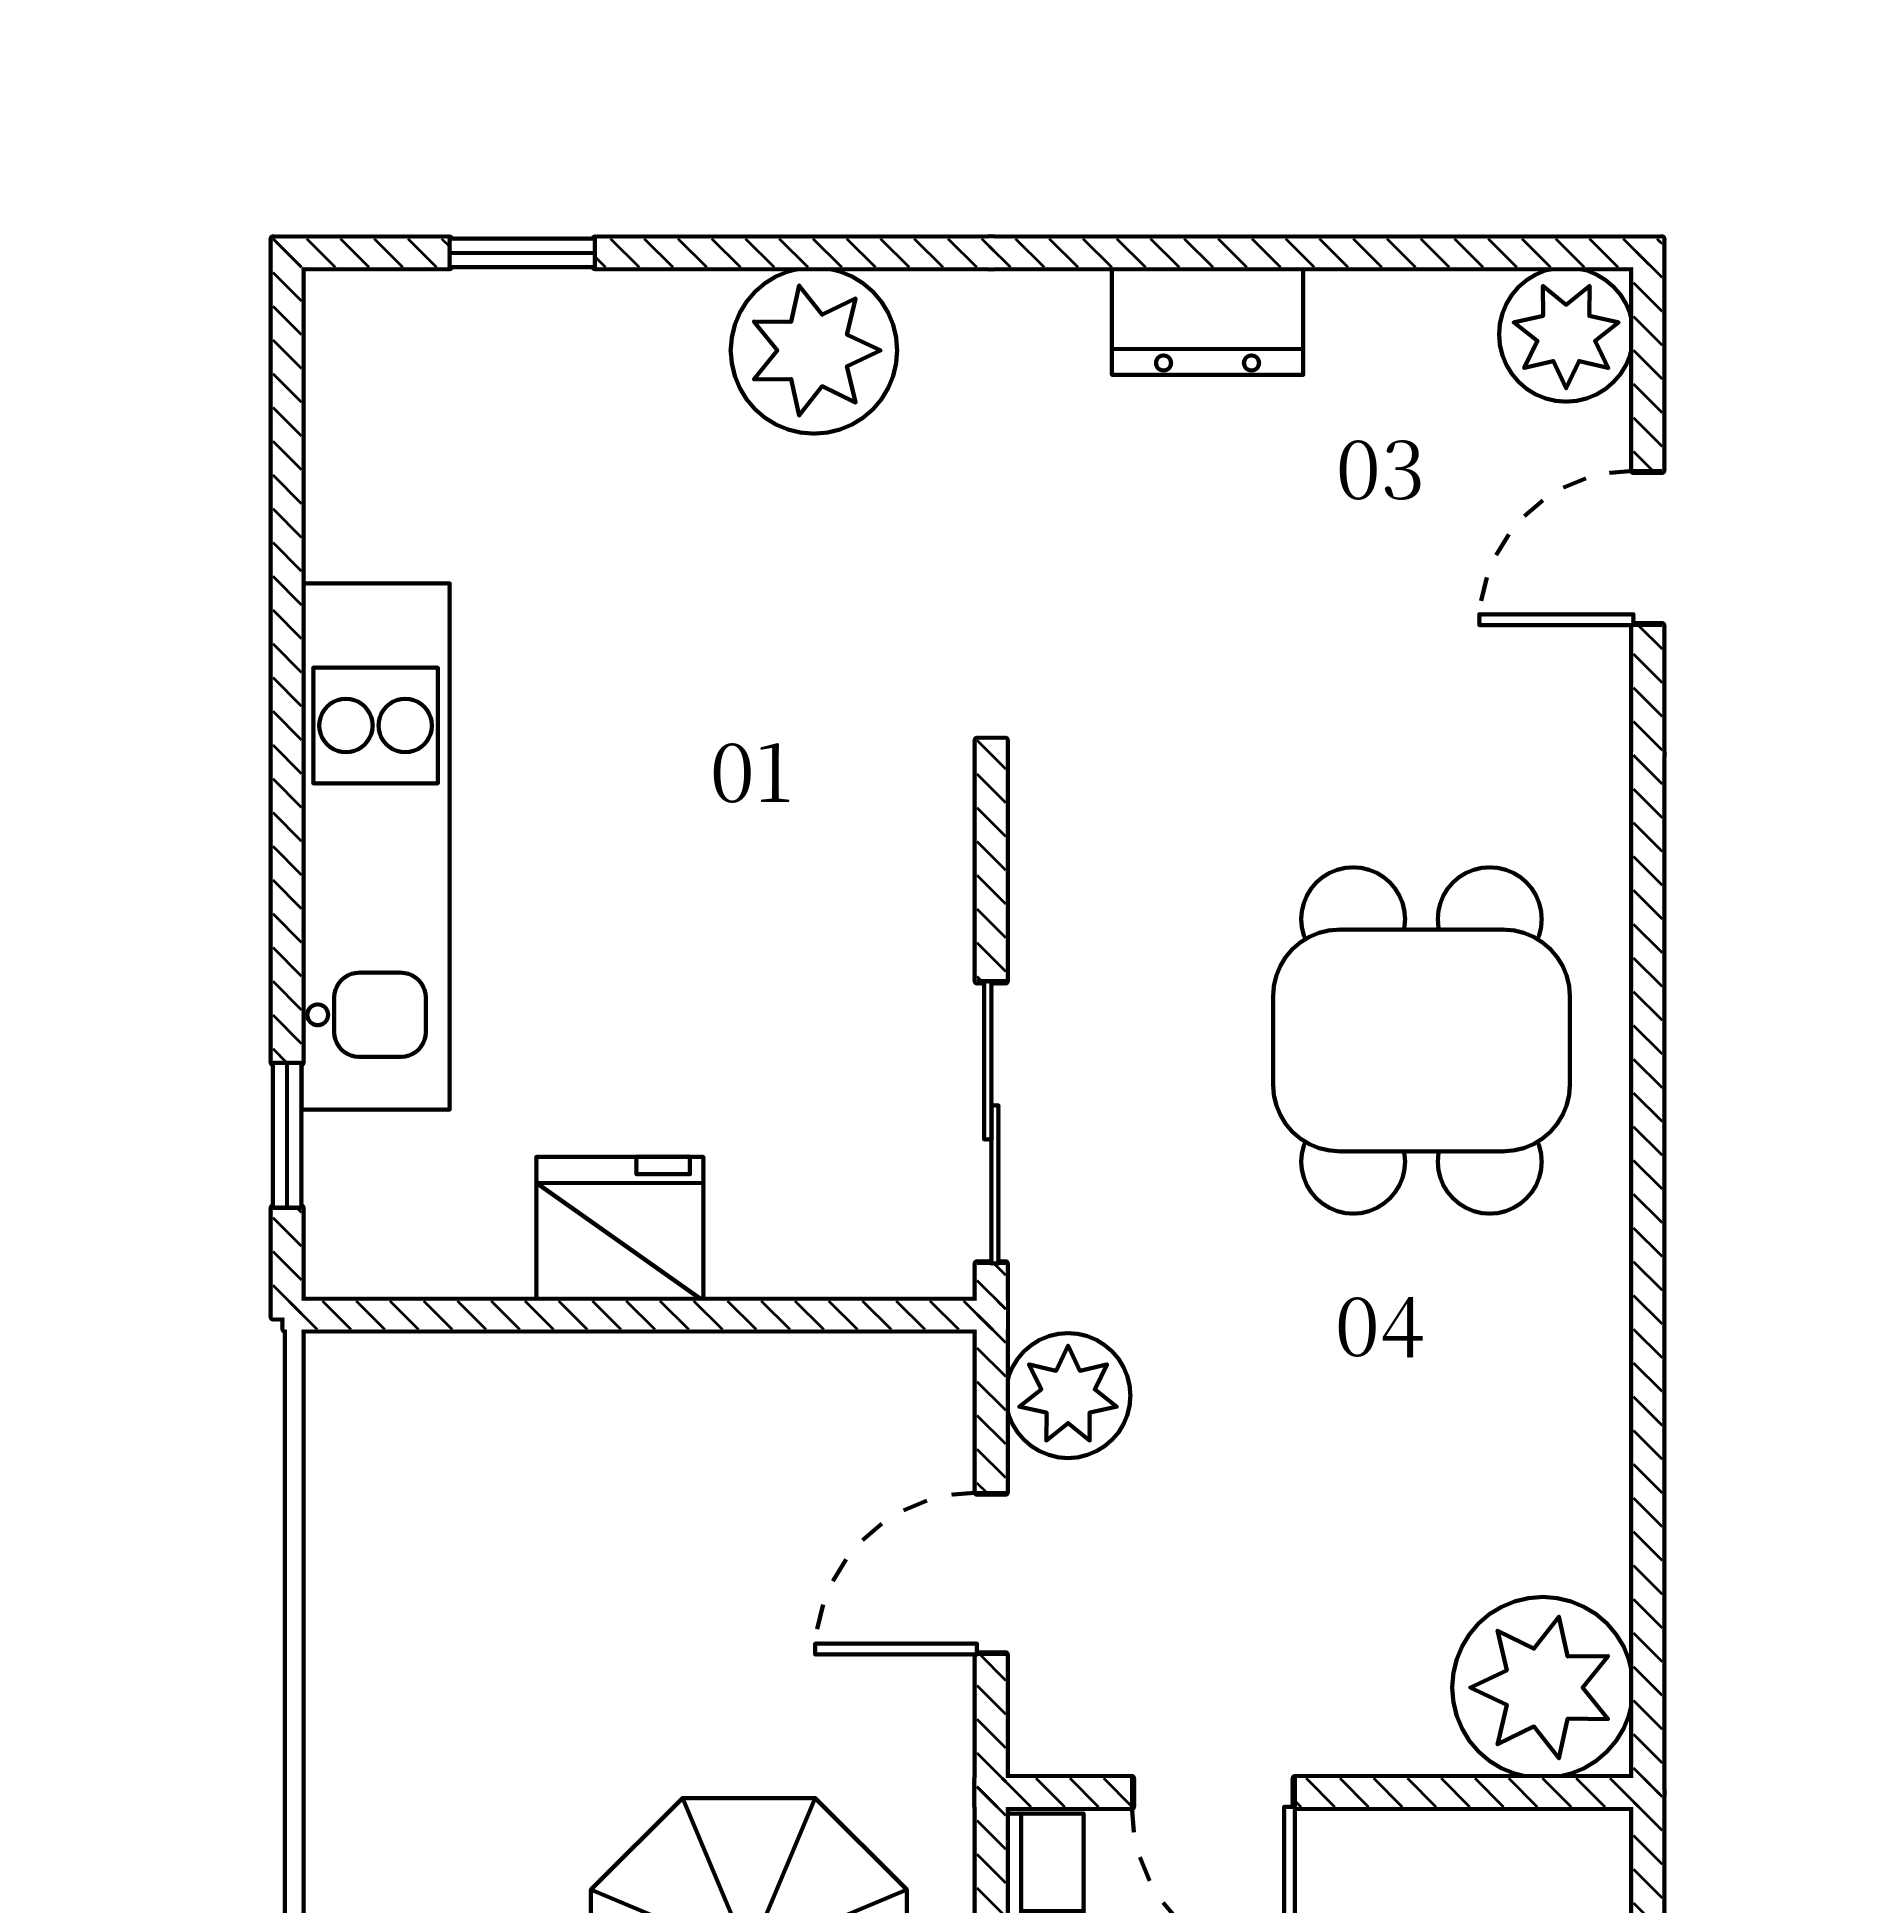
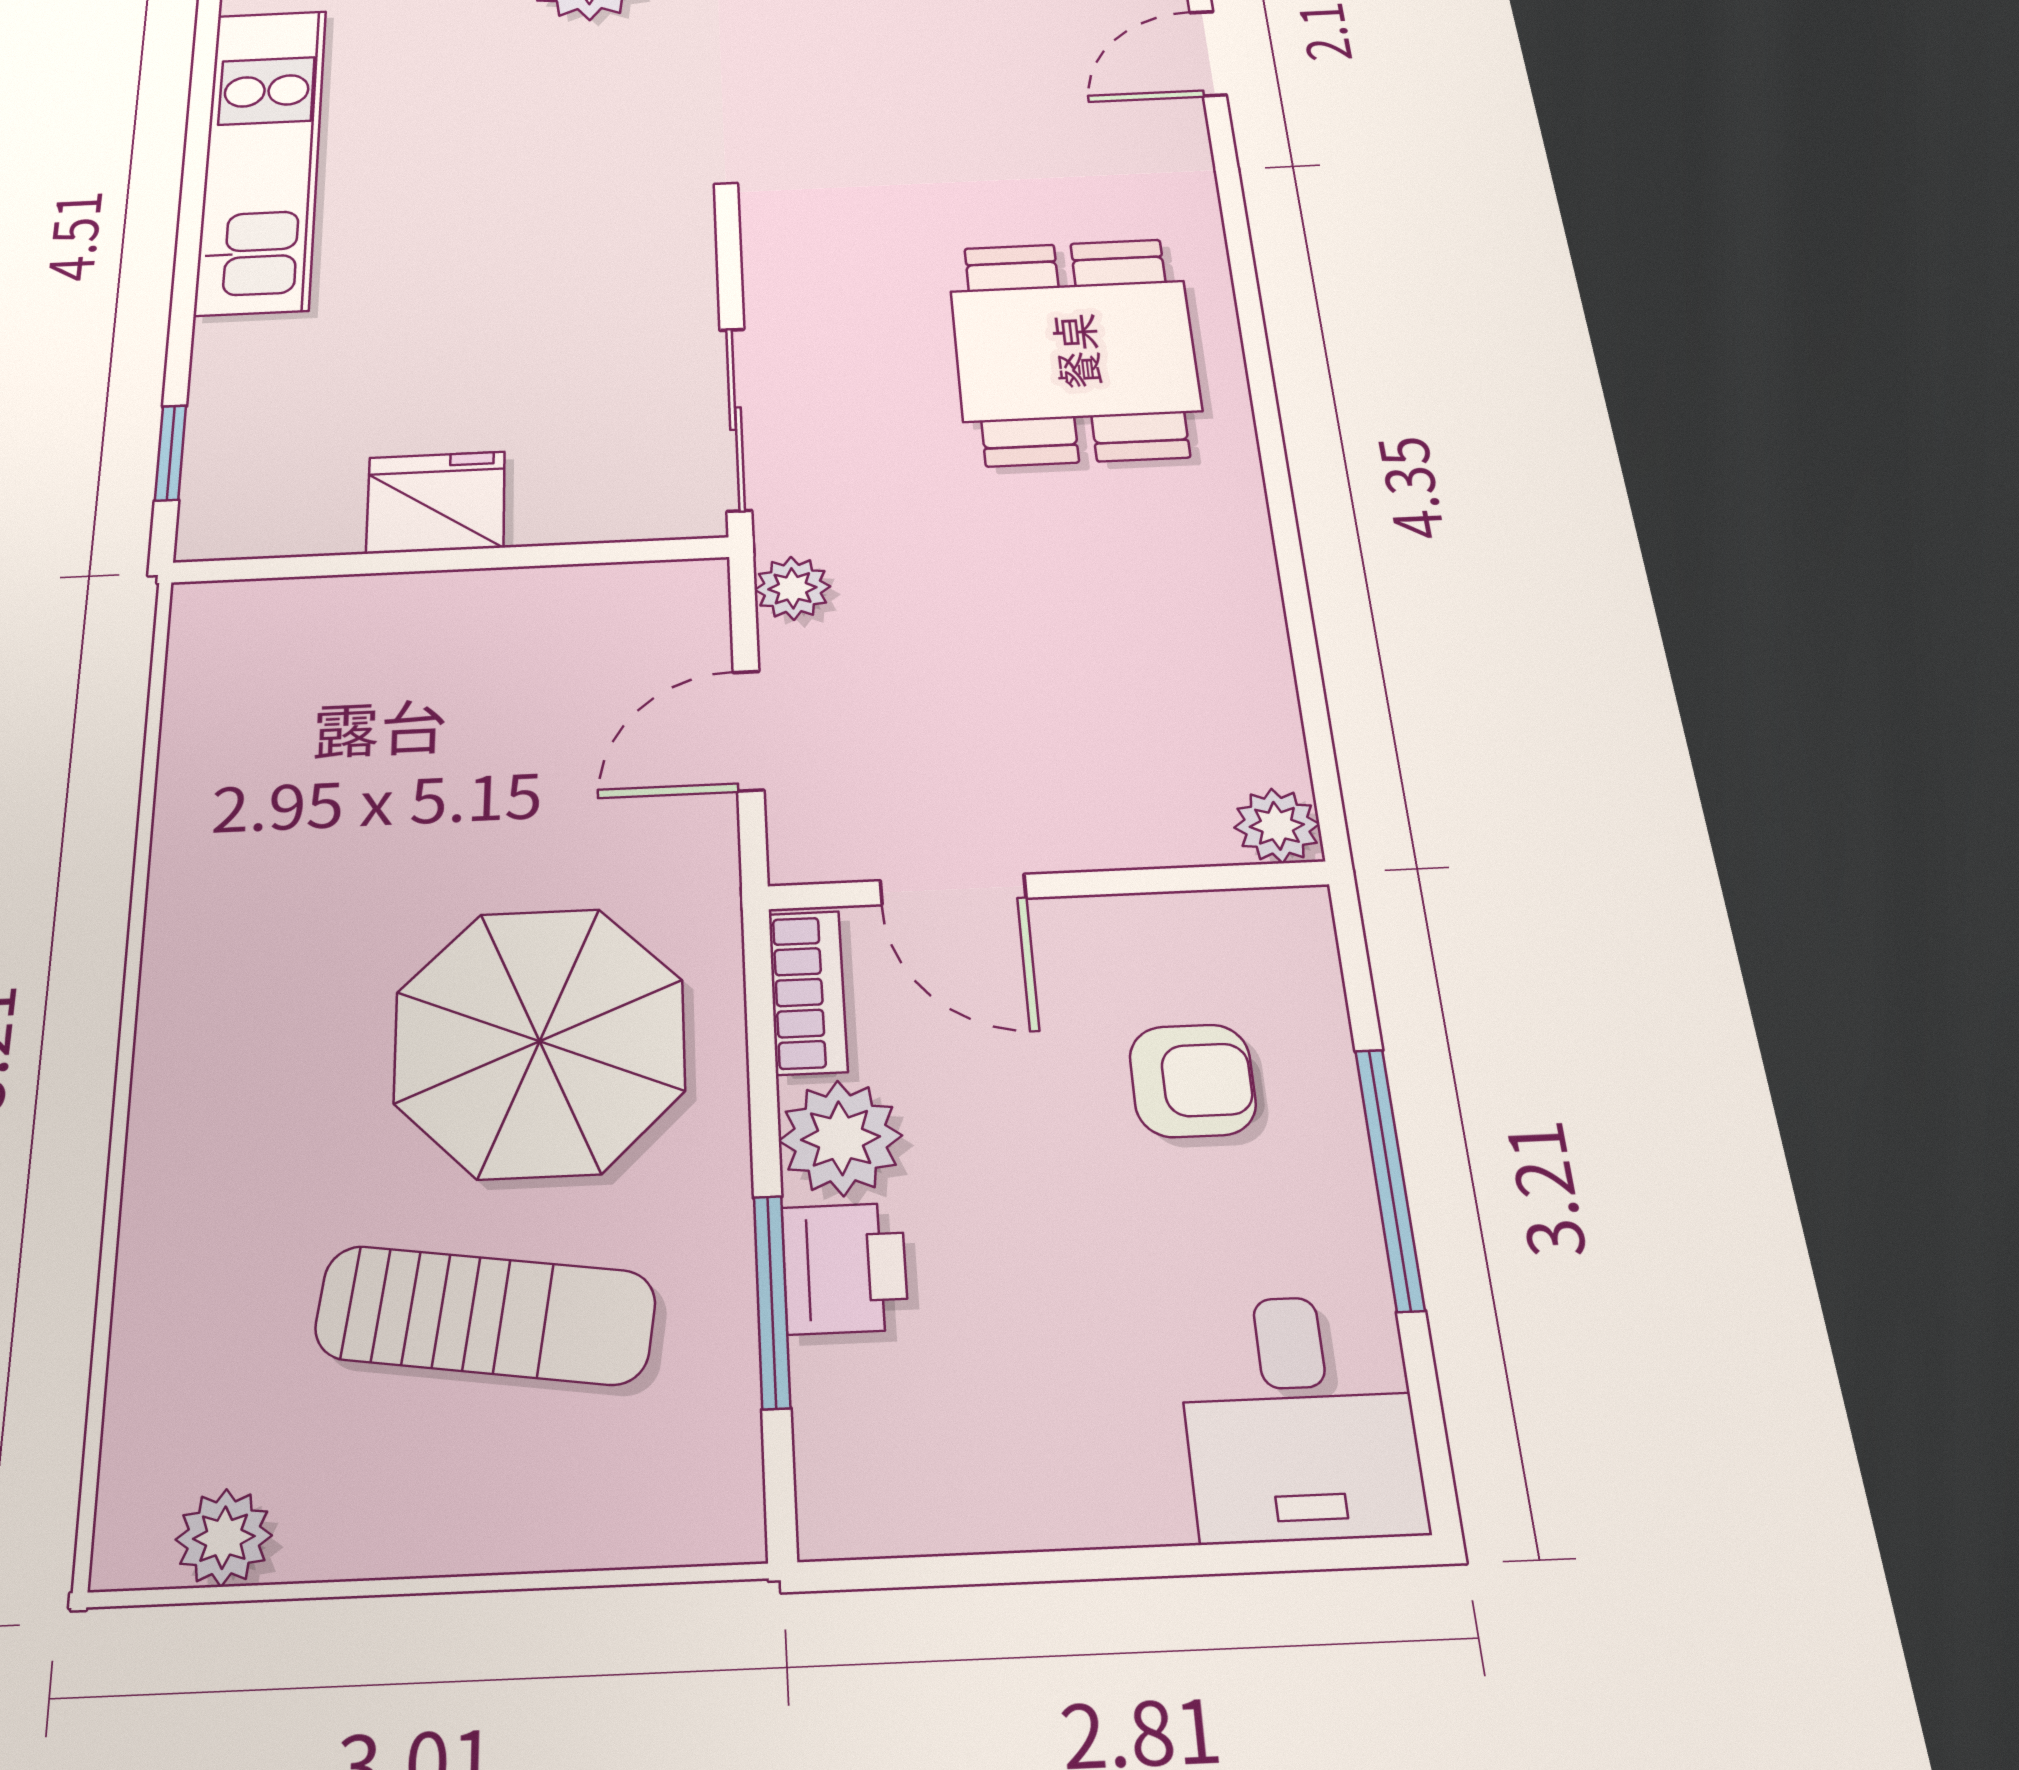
kitchen unit: (376, 846) -> (262, 159), moved
plant: (1068, 1396) -> (792, 588), width x0.73, depth x0.73
plant: (1543, 1688) -> (1277, 826), width x0.53, depth x0.53

